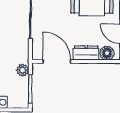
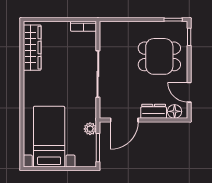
door: (57, 61) -> (124, 120), swing flipped

